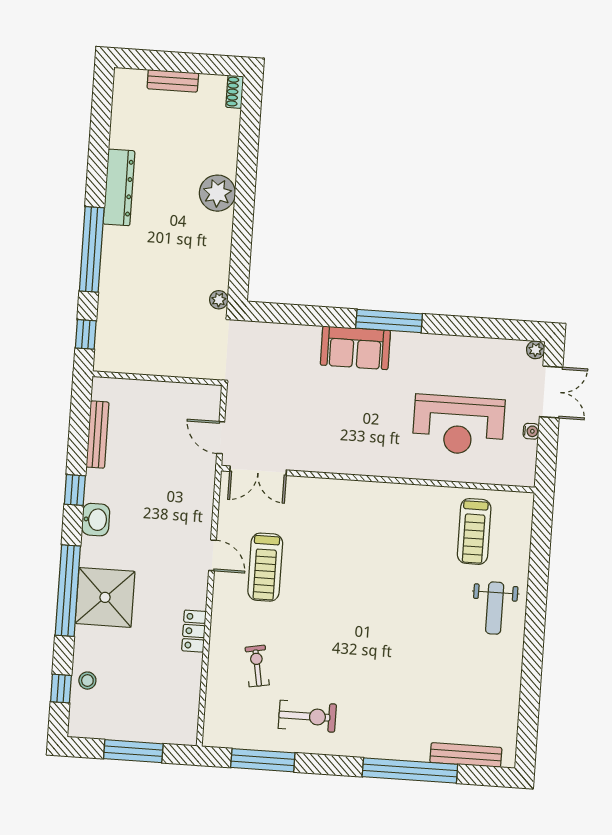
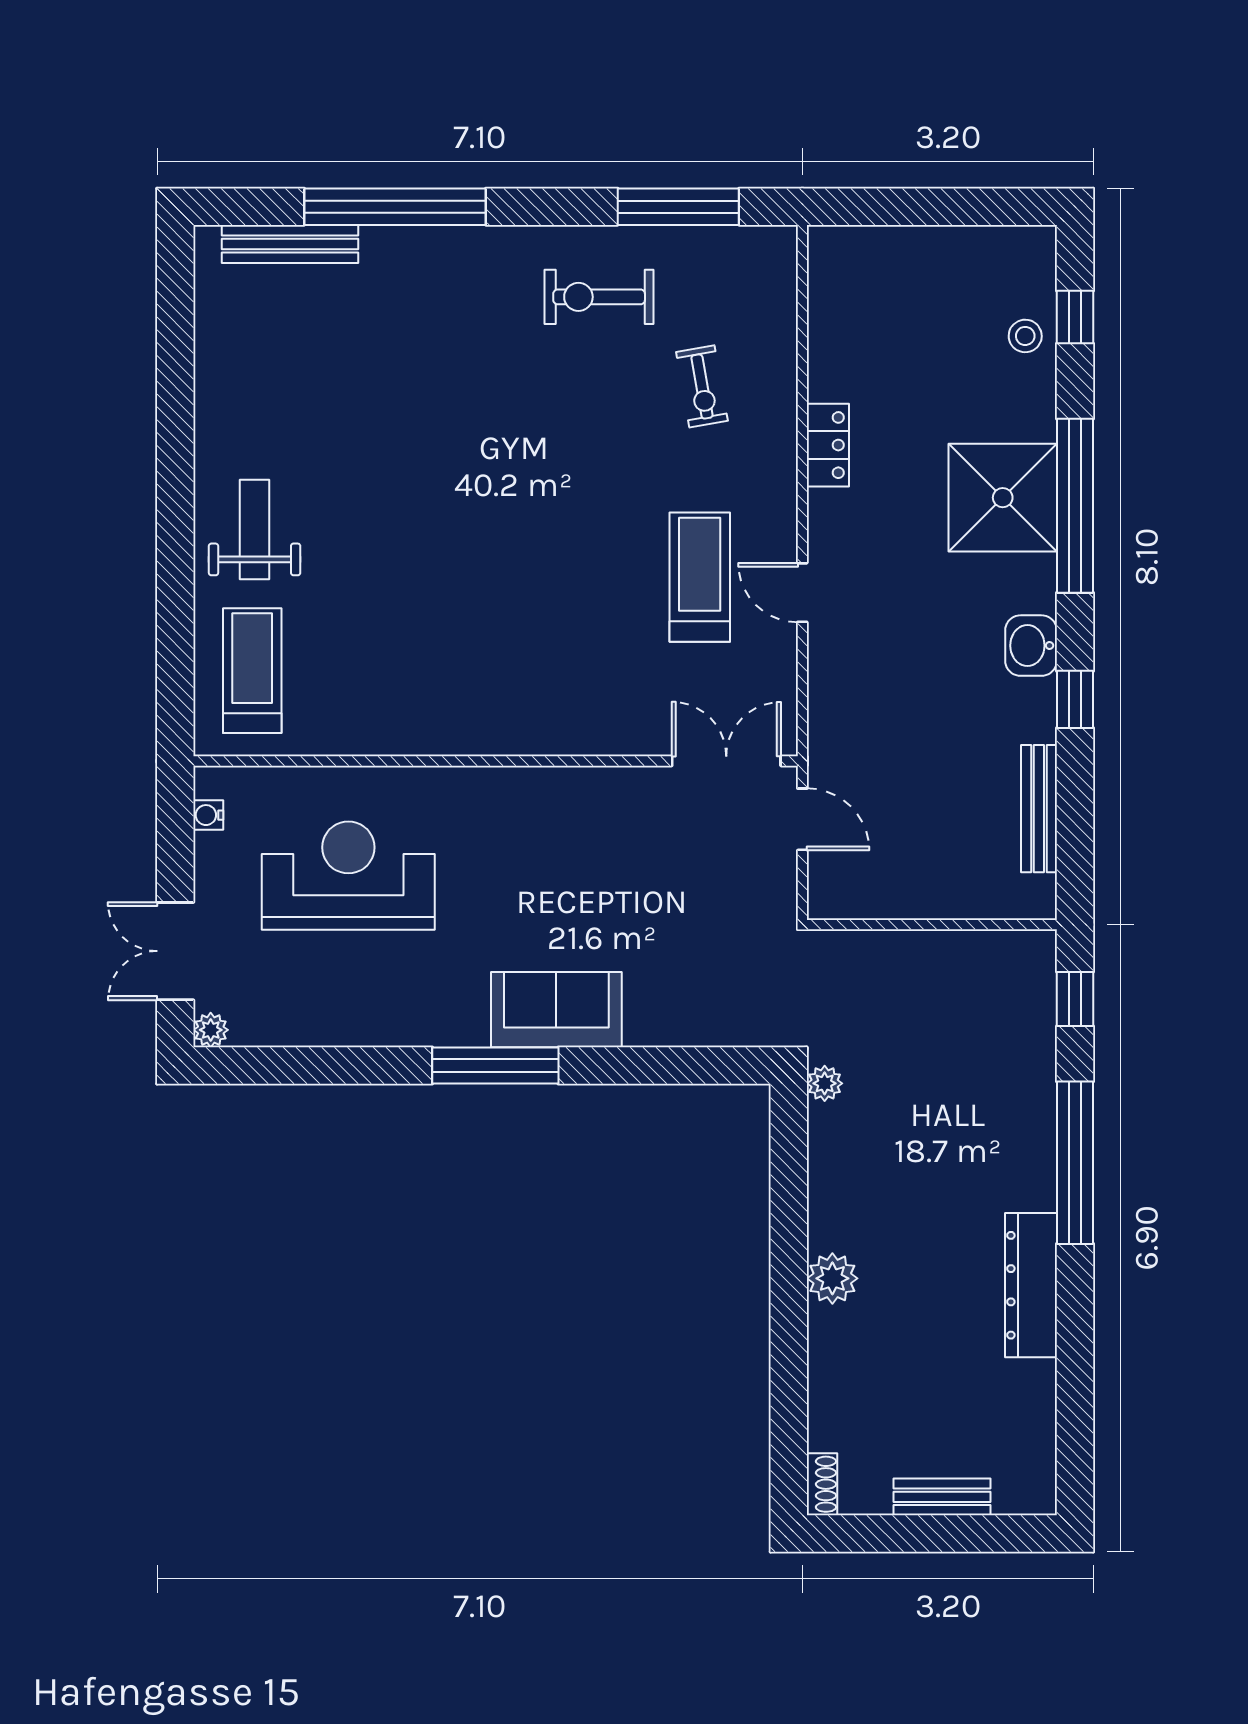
plant: (217, 193) -> (832, 1278), width x0.73, depth x0.73
water cooler: (531, 431) -> (208, 815), moved
treadmill: (474, 531) -> (252, 671), moved
window: (133, 751) -> (928, 207), removed

